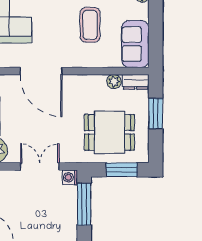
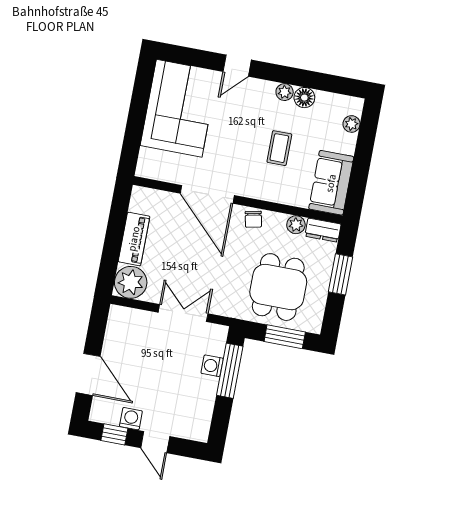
coffee table: (90, 25) -> (279, 148), width x0.73, depth x0.77
chair: (80, 84) -> (253, 219), added
dining table: (109, 132) -> (278, 287), turned 90
washing machine: (70, 177) -> (212, 366), moved

